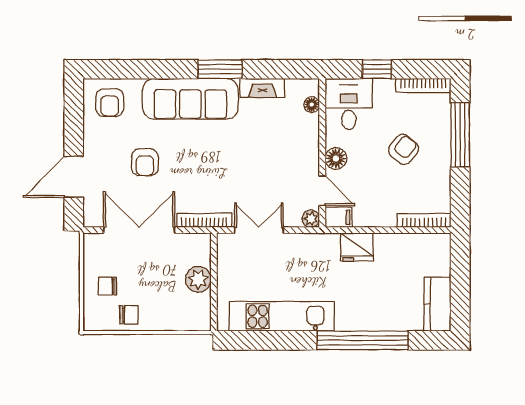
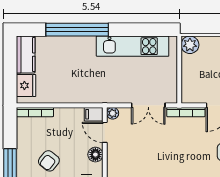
fridge: (357, 247) -> (26, 86), moved, turned 90
plant: (198, 279) -> (190, 45), moved

